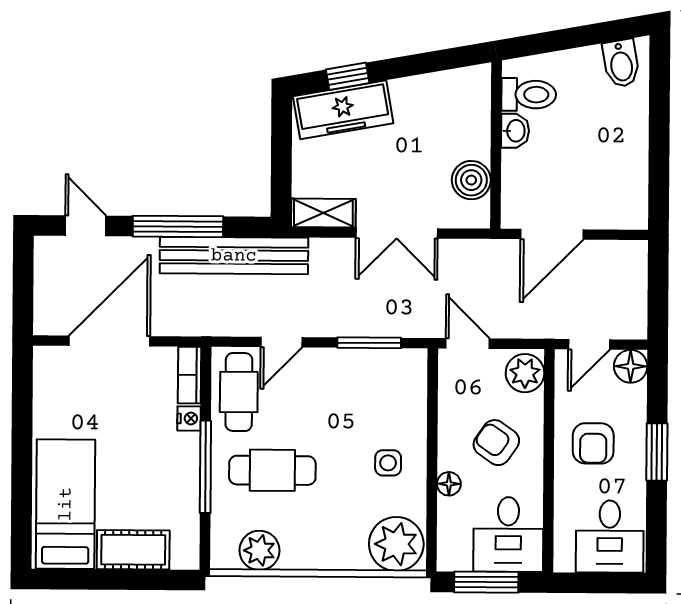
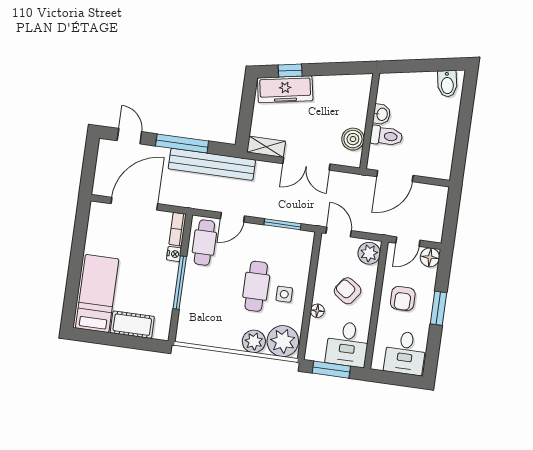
toilet: (529, 95) -> (386, 136), moved
cafe table: (272, 470) -> (256, 286), moved, turned 90
plant: (259, 550) -> (254, 341), moved

